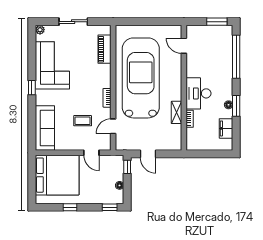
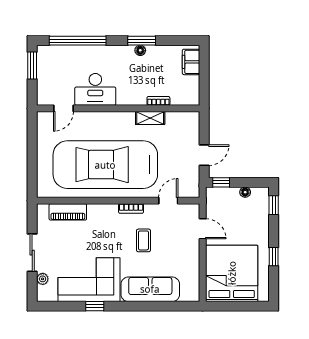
plant: (40, 30) -> (43, 279), moved
window: (32, 88) -> (95, 306), moved
desk: (198, 93) -> (95, 89), moved
coffee table: (83, 121) -> (143, 240), moved
door: (113, 126) -> (168, 201), swing flipped
sofa: (45, 128) -> (150, 289), moved
filing cabinet: (226, 128) -> (191, 62), moved, turned 90
door: (91, 153) -> (203, 229), hinge flipped

